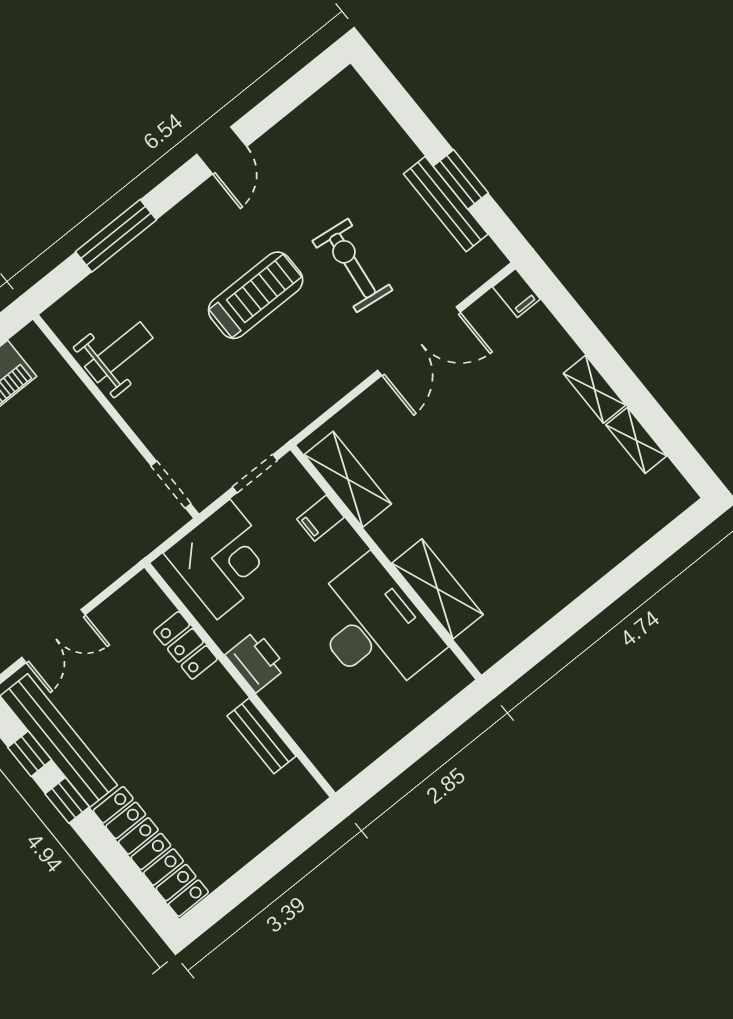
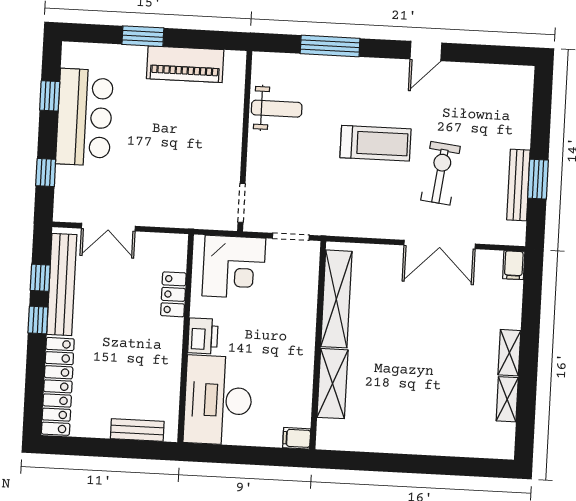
shelving: (348, 479) -> (336, 299), width x1.47
filing cabinet: (321, 518) -> (297, 438), moved
desk: (373, 628) -> (218, 400), moved, turned 180
bench: (261, 736) -> (137, 430), moved, turned 90

